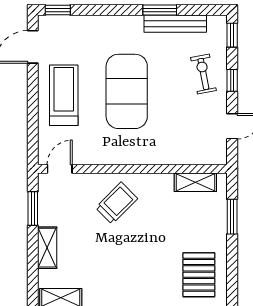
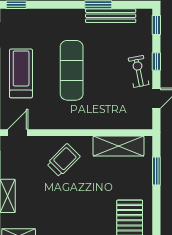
exercise bike: (203, 74) -> (139, 71), moved
exercise mat: (127, 91) -> (72, 70), width x0.68
shelving: (195, 182) -> (118, 146), width x1.50, depth x1.33

